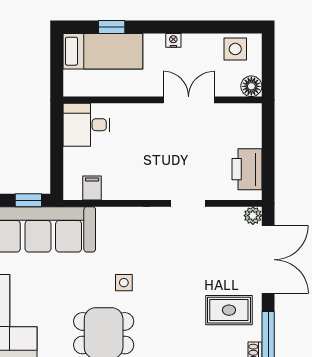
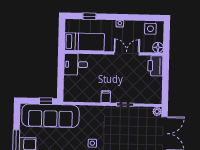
bed: (103, 51) -> (84, 42), moved
printer: (247, 169) -> (155, 66), moved
filing cabinet: (92, 188) -> (106, 97), moved

